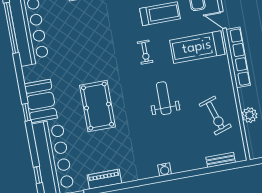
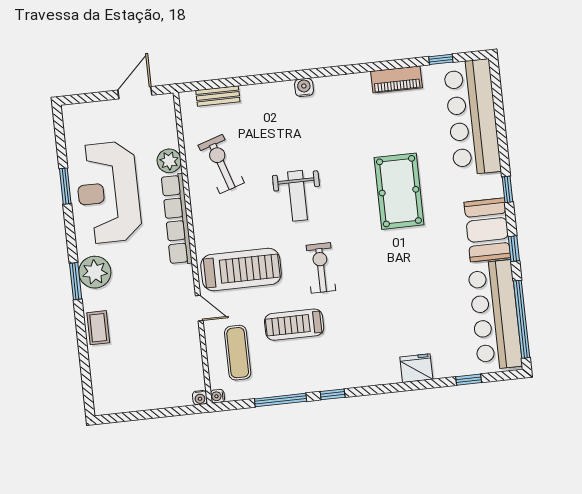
exercise bike: (145, 52) -> (321, 268), width x1.38, depth x1.39
row of seats: (238, 57) -> (177, 219), moved
booth: (41, 101) -> (487, 230), moved
window: (38, 175) -> (514, 249), moved

